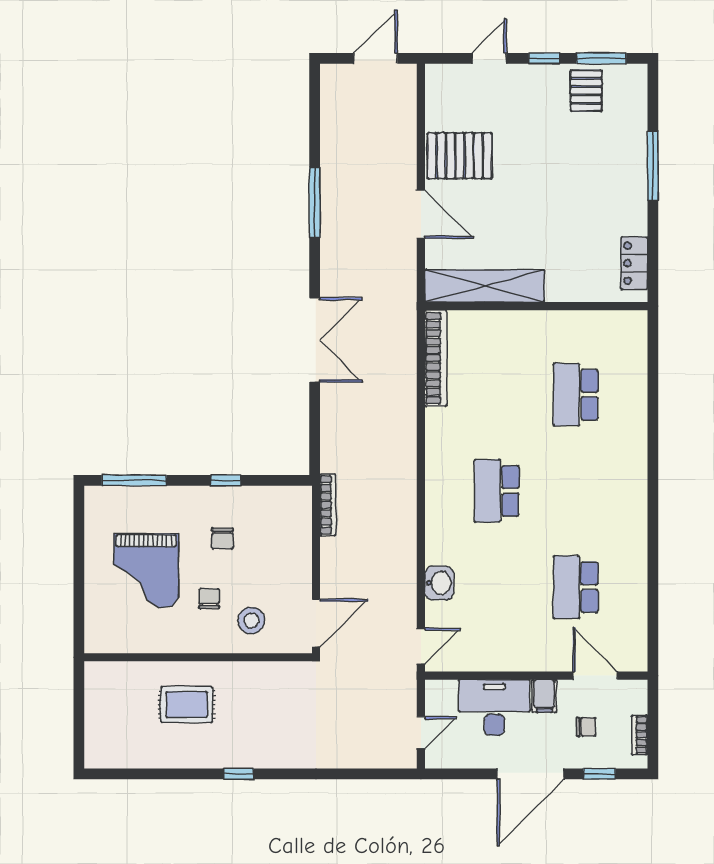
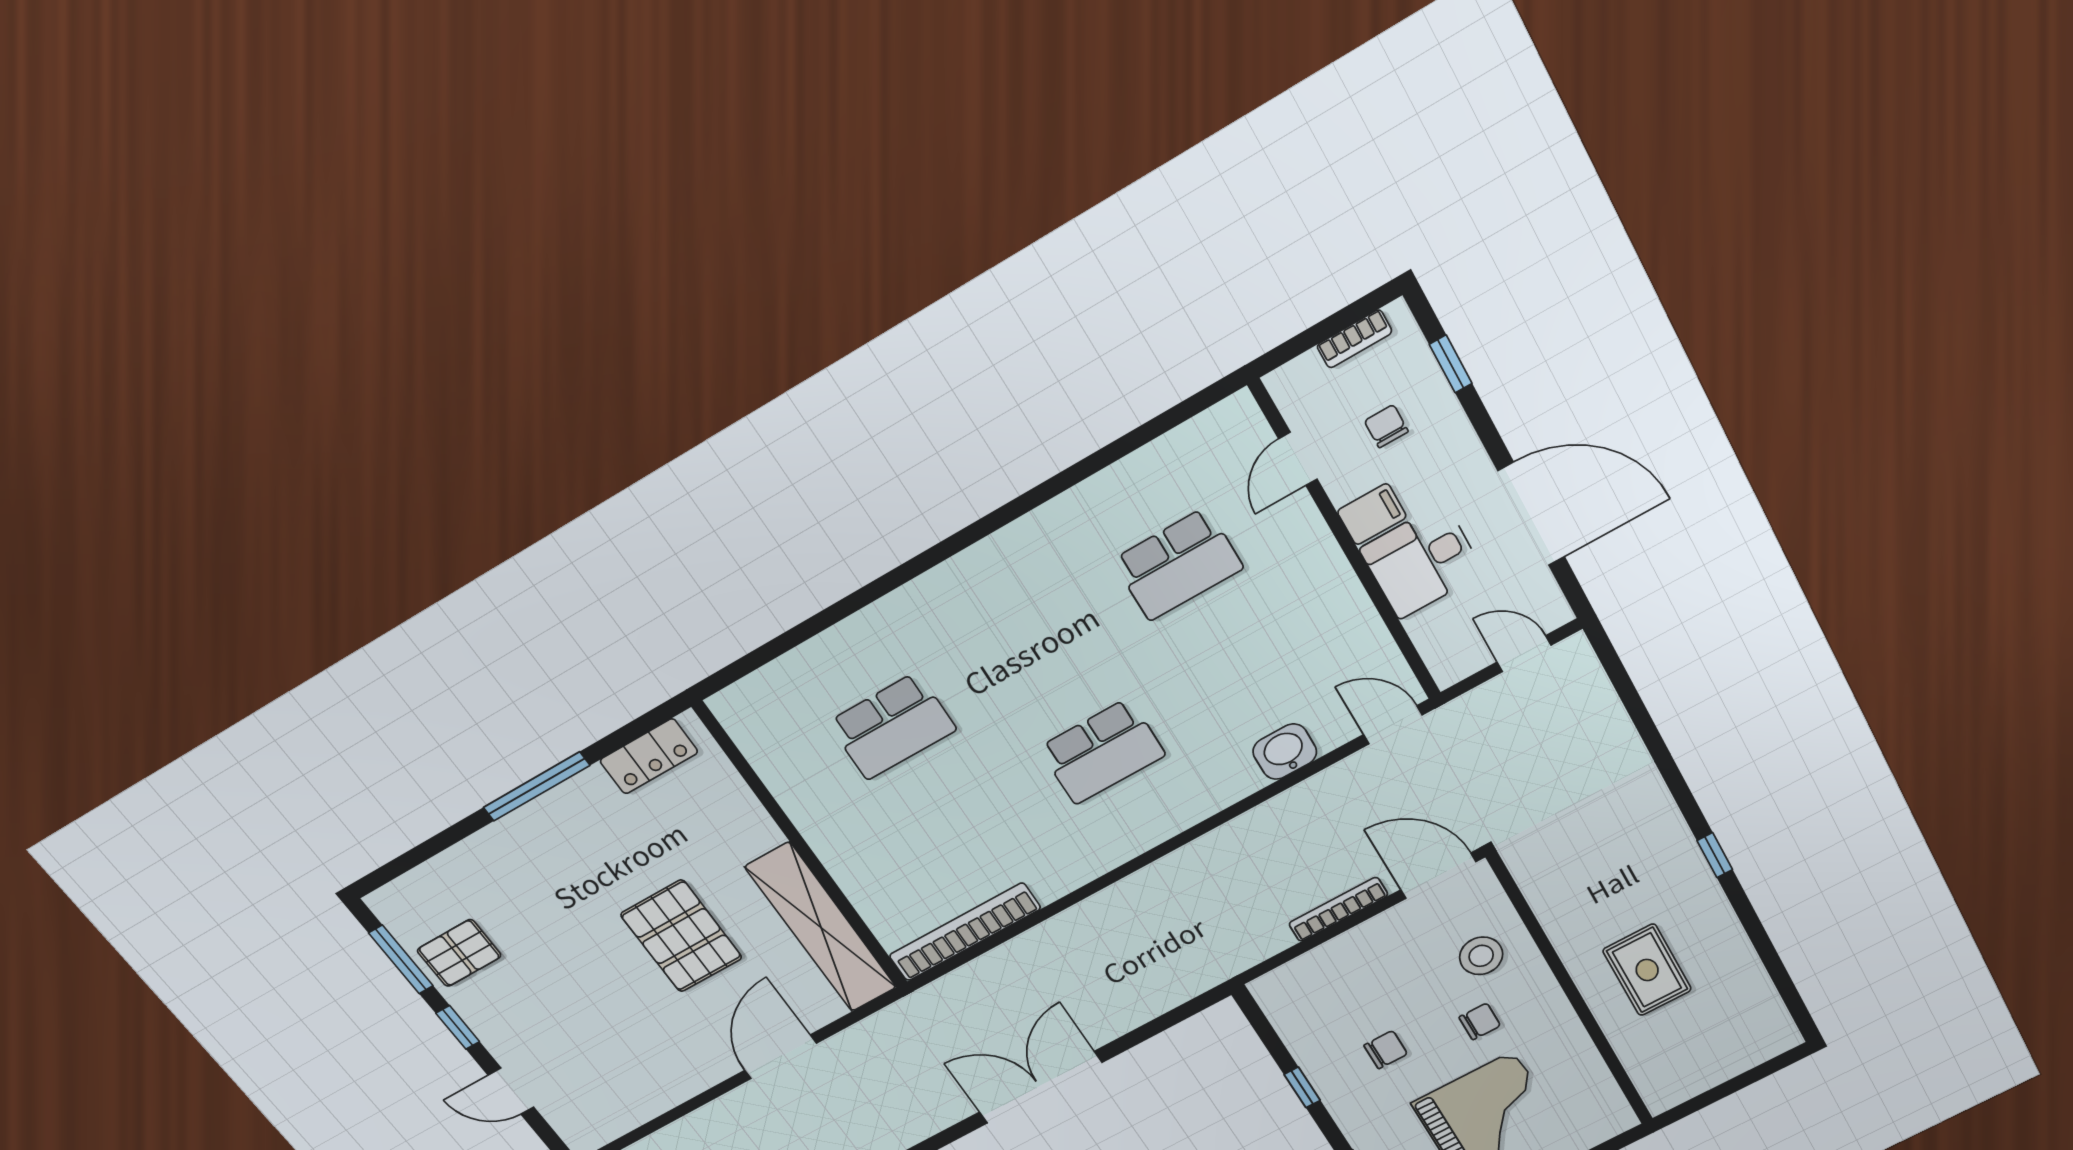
pallet: (460, 156) -> (681, 936), moved
window: (653, 166) -> (537, 786), moved
bookcase: (328, 505) -> (1338, 909), moved
chair: (209, 599) -> (1480, 1021), turned 180
door: (595, 676) -> (1298, 459), width x0.73
desk: (494, 707) -> (1422, 561), width x0.73
door: (531, 774) -> (1531, 514), moved

